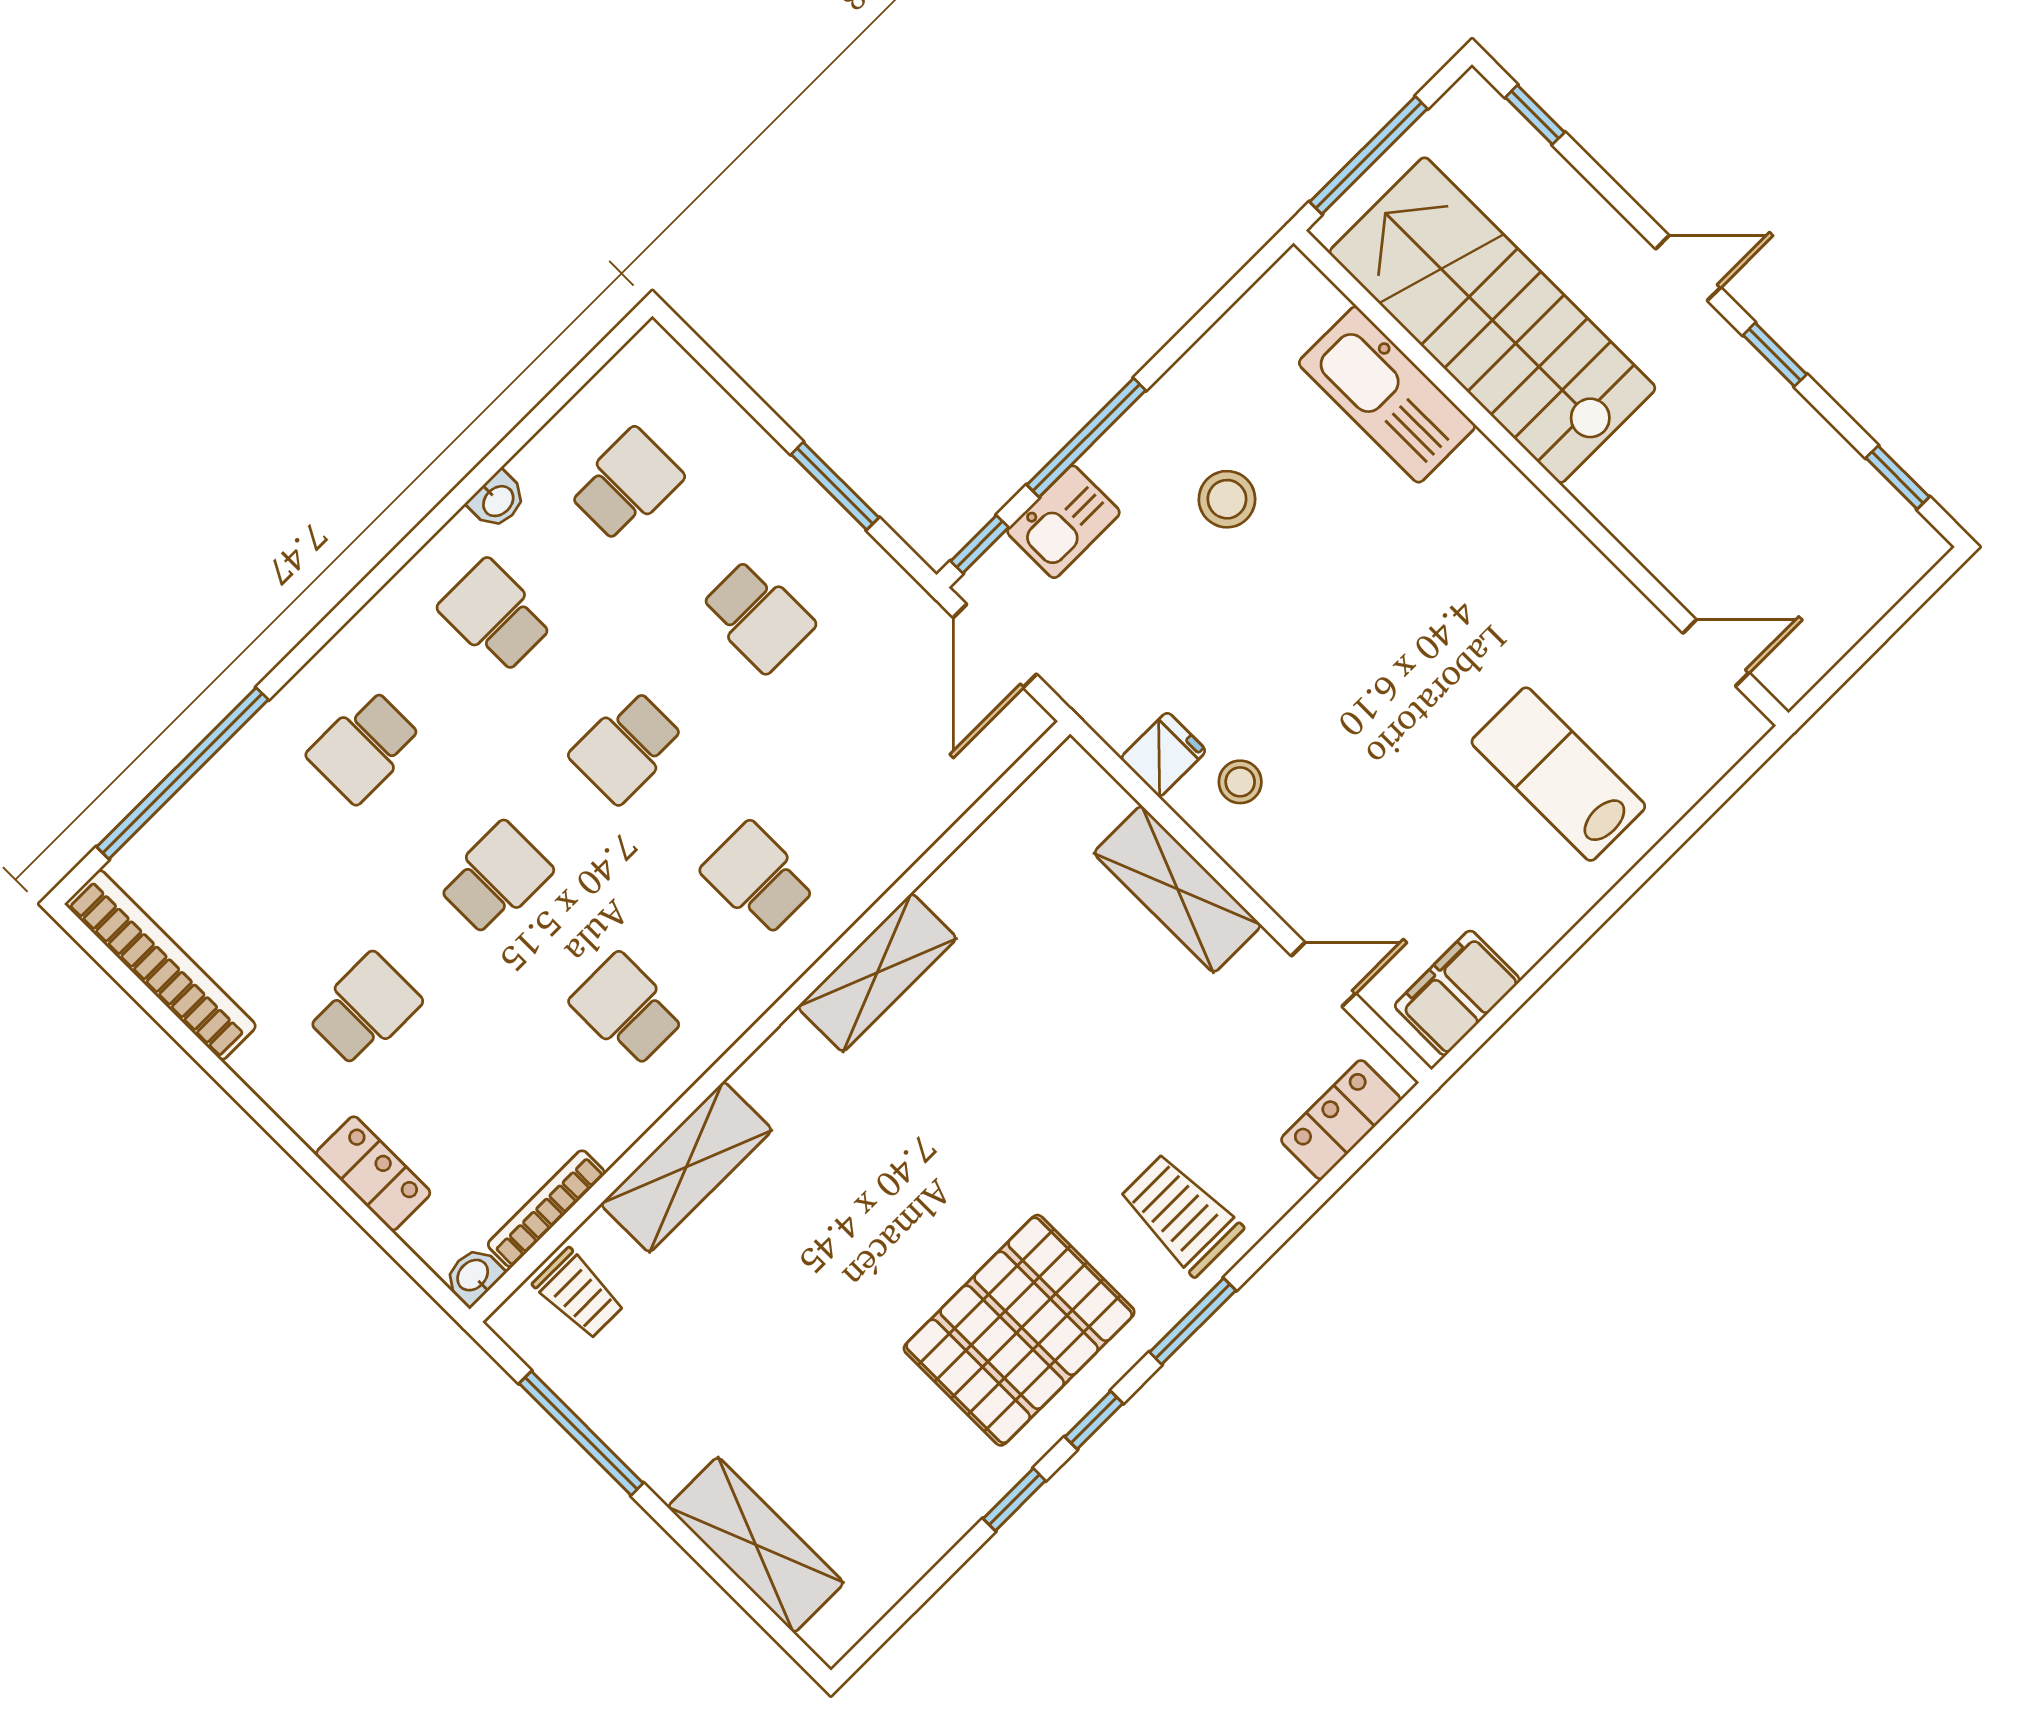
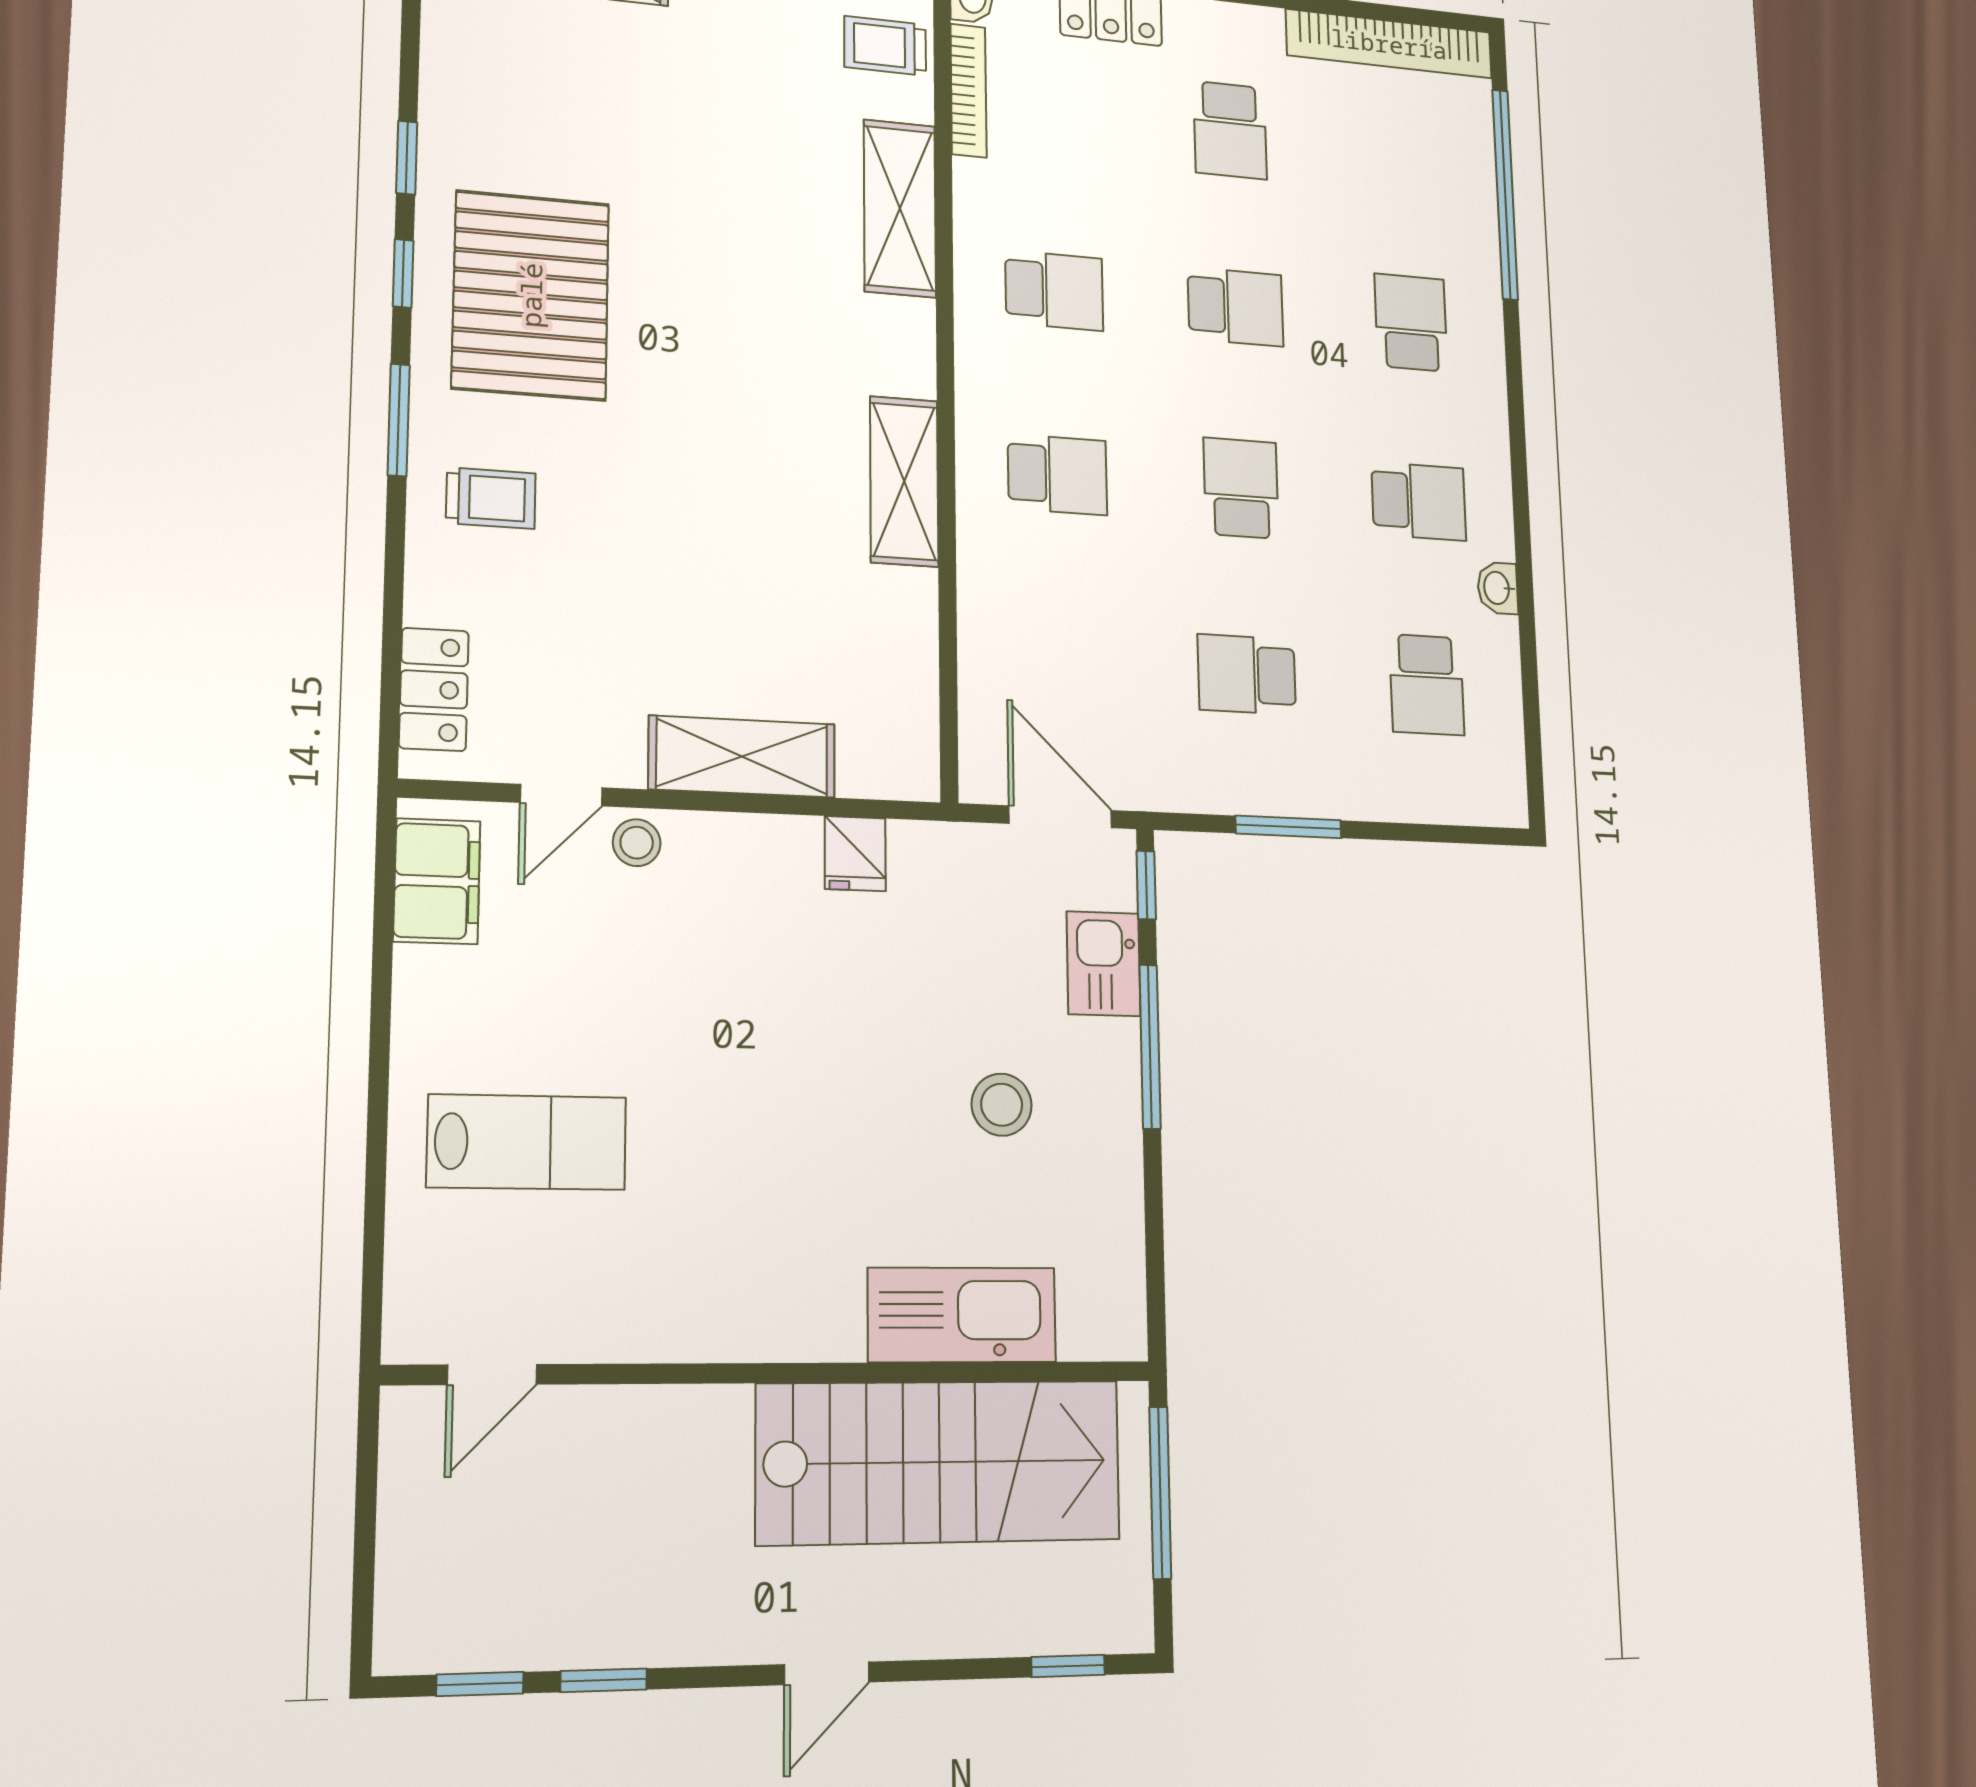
window: (1775, 355) -> (604, 1680), moved
stool: (1240, 782) -> (637, 843), moved
school desk: (496, 878) -> (1235, 307), turned -90
trolley: (1181, 1214) -> (491, 498), width x0.73, depth x0.72

